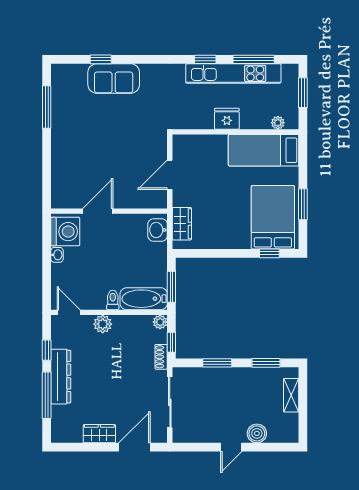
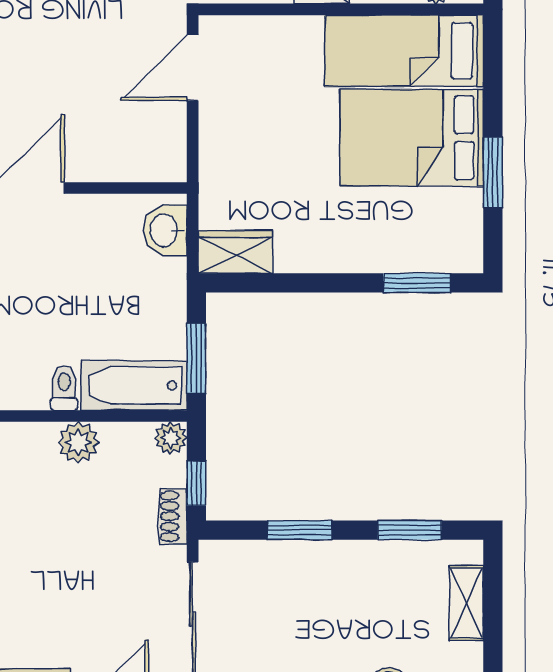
door: (170, 175) -> (193, 68), moved
bed: (273, 217) -> (412, 138), moved, turned -90
wardrobe: (182, 224) -> (235, 252), moved, turned -90
window: (269, 253) -> (417, 283), width x1.50
plant: (103, 324) -> (78, 442), moved

